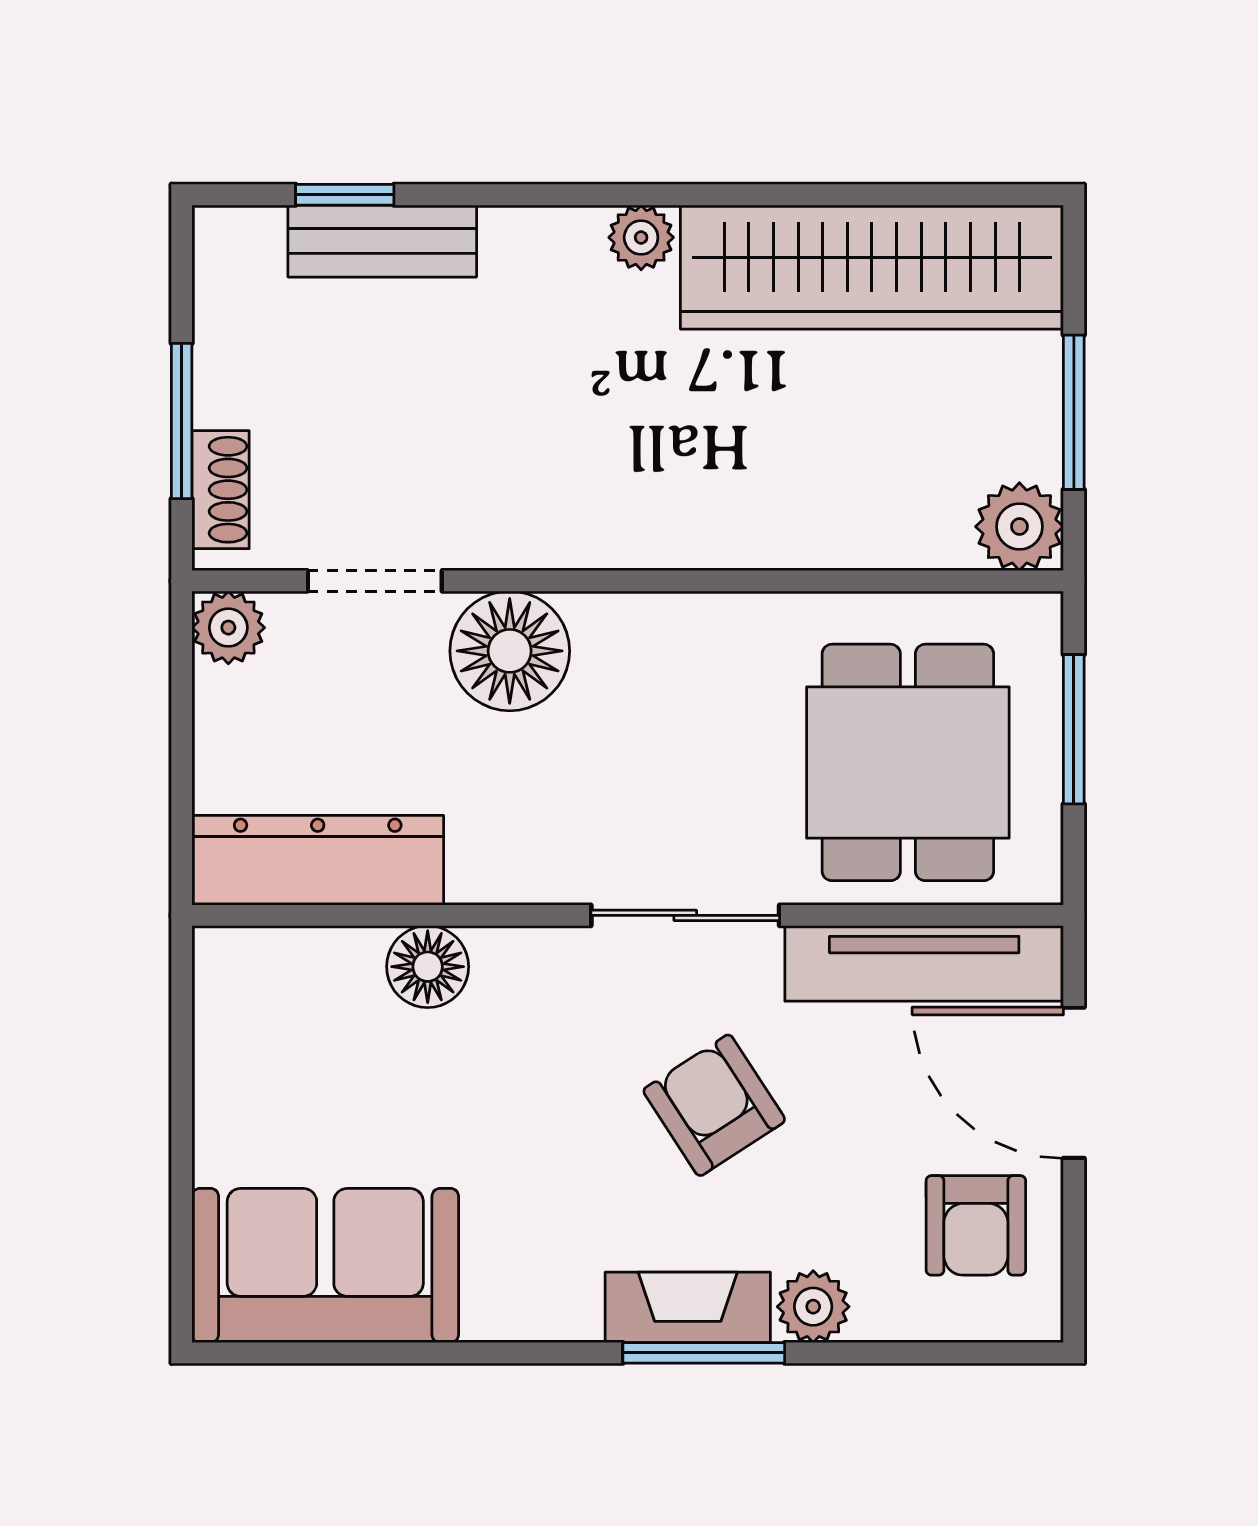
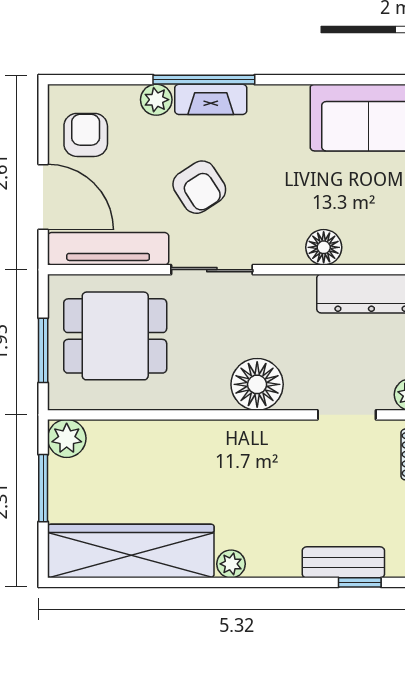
floor lamp: (510, 651) -> (257, 384), moved
dining table: (908, 762) -> (115, 336), turned 90
window: (704, 1353) -> (204, 80), width x1.44

